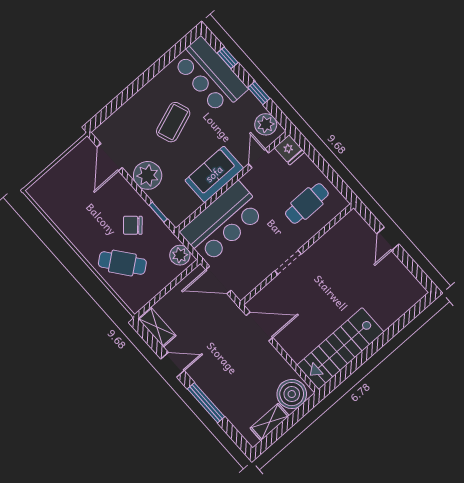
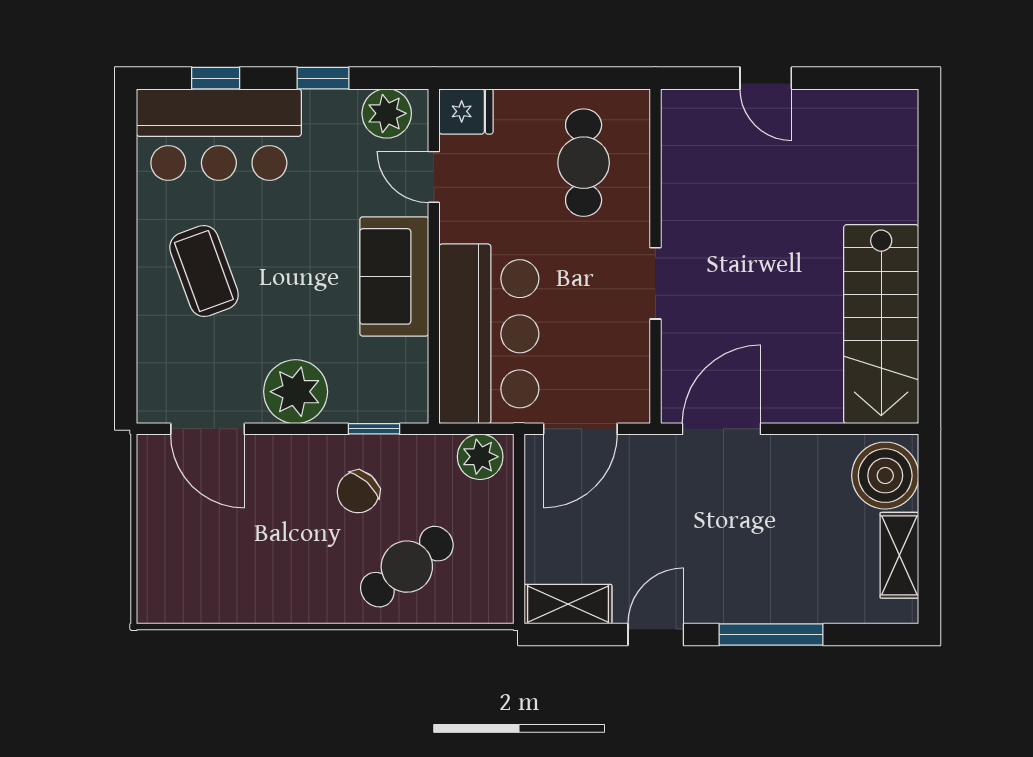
coffee table: (173, 122) -> (204, 271), moved

